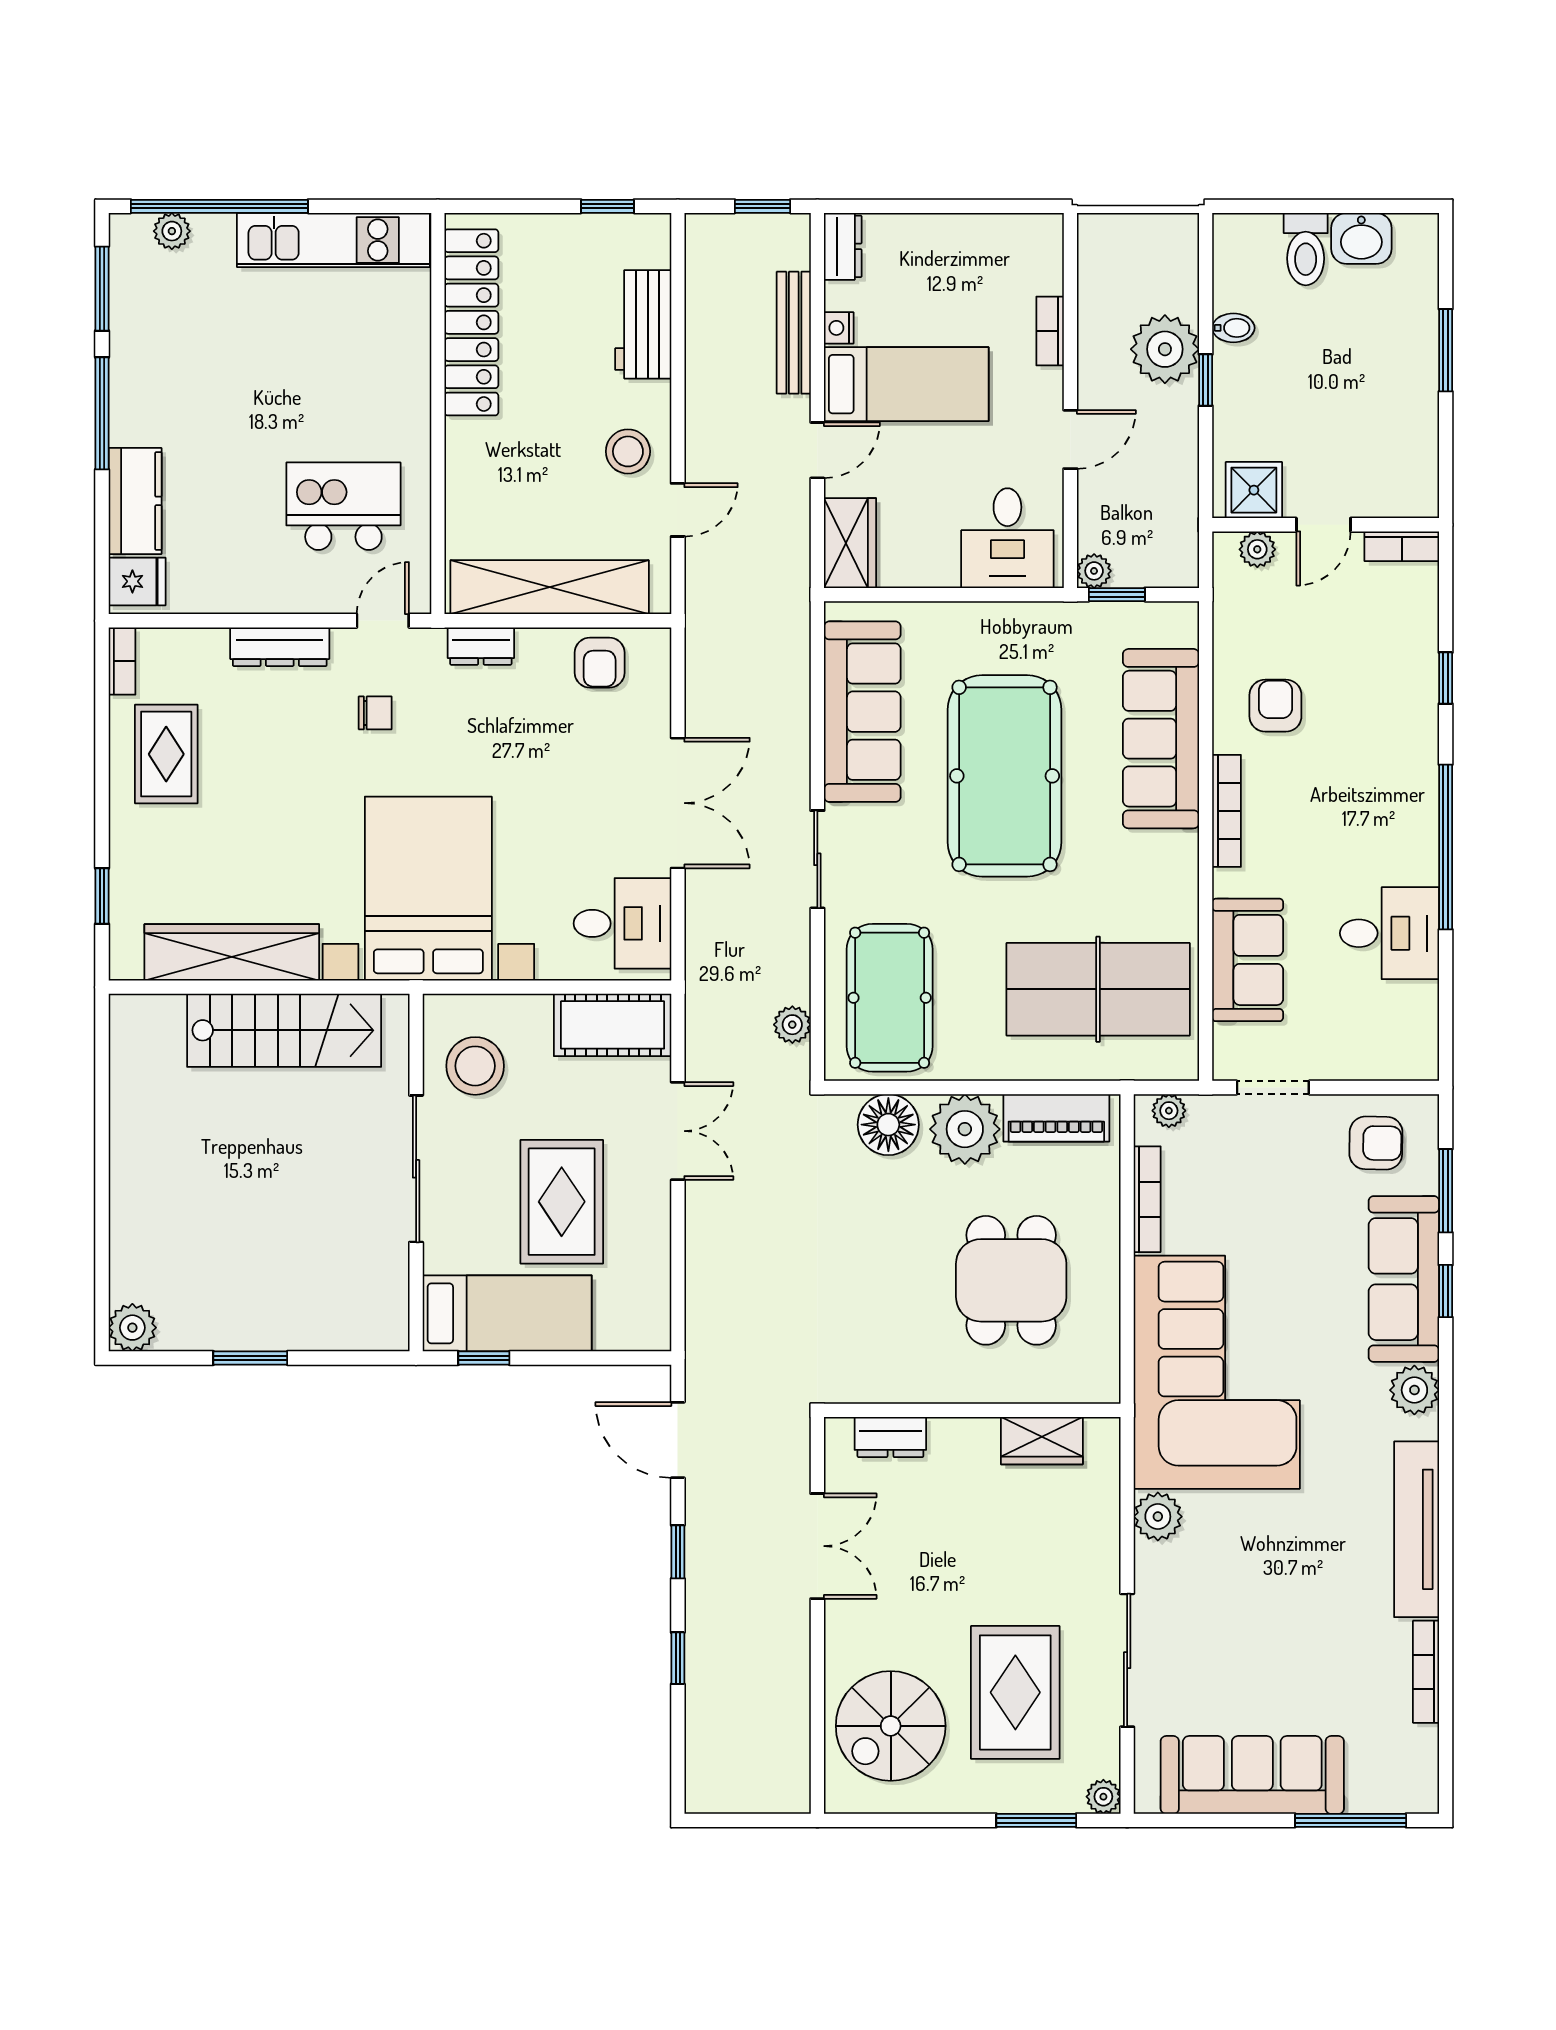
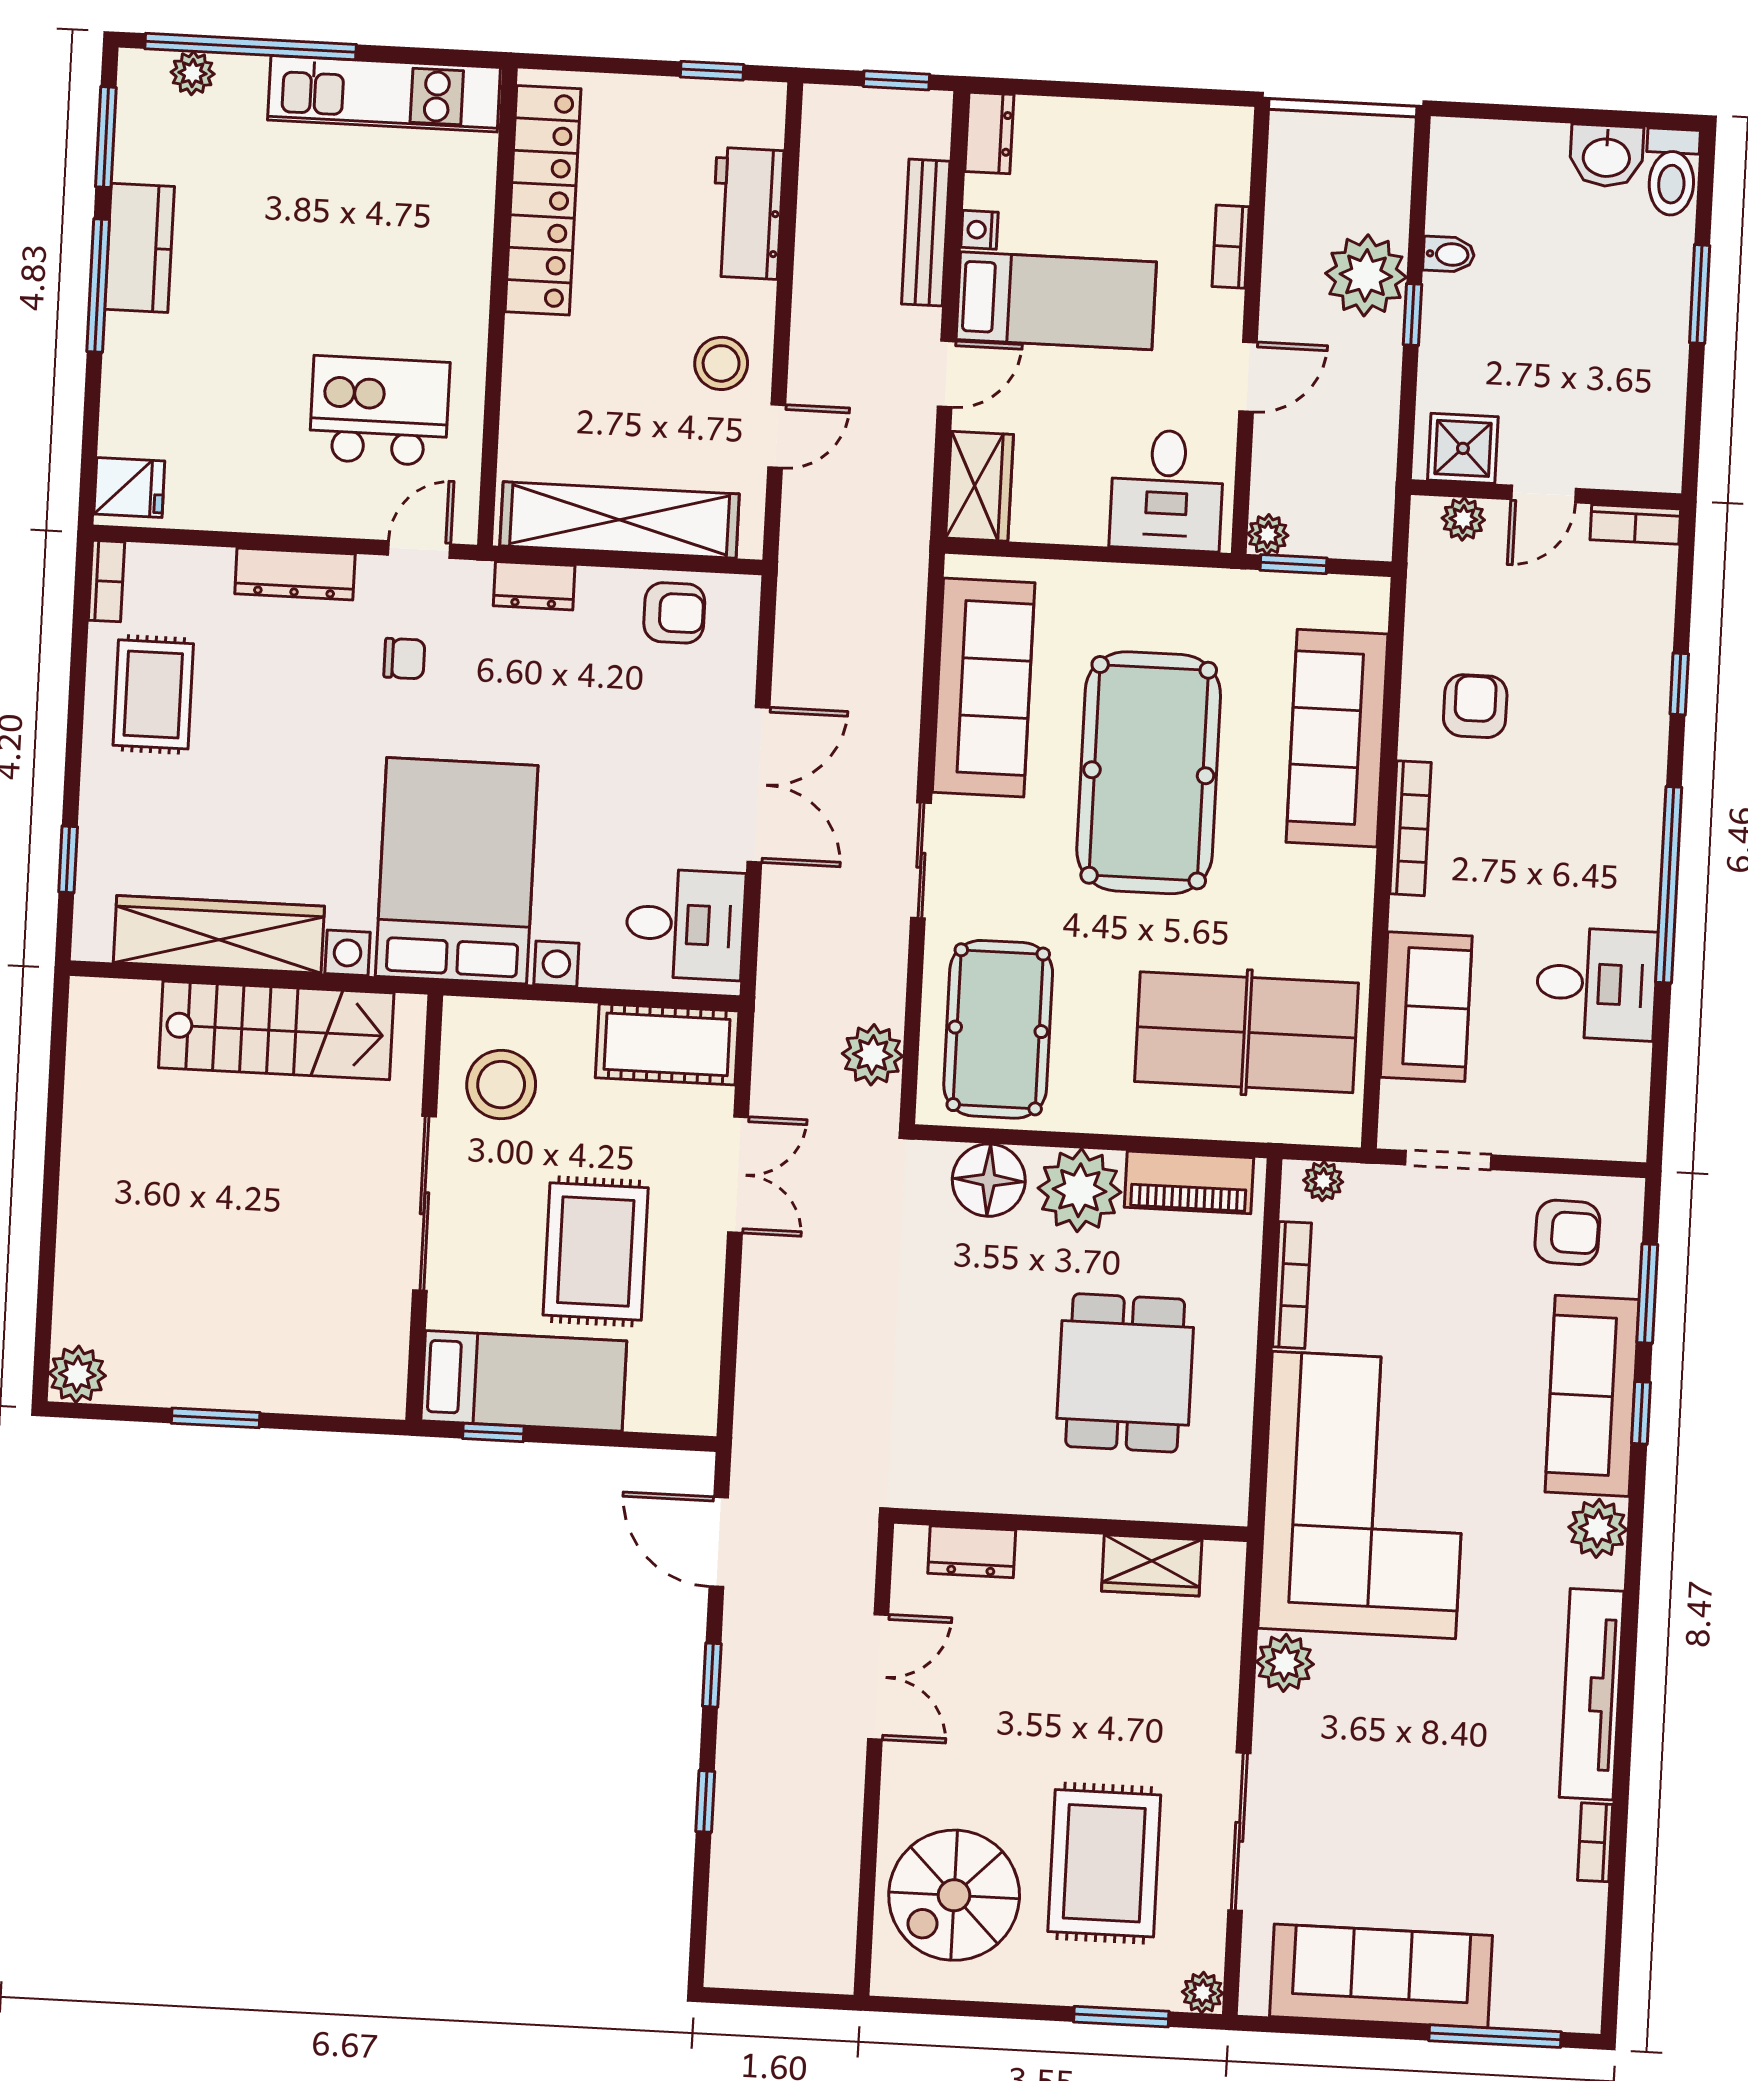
toilet: (1306, 249) -> (1672, 172), moved
kitchen counter: (135, 501) -> (139, 248), moved
armchair: (600, 663) -> (674, 613), turned -90
plant: (792, 1025) -> (873, 1055), width x1.38, depth x1.38
bookcase: (1426, 1672) -> (1595, 1842), width x0.64

